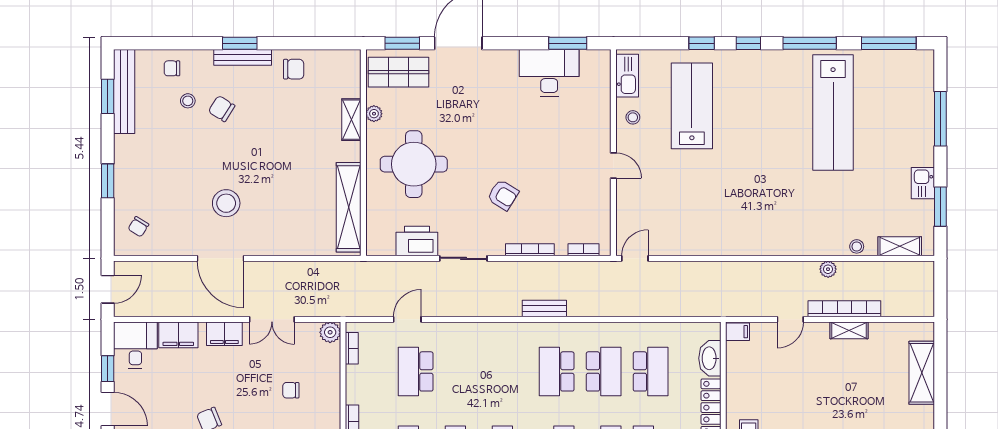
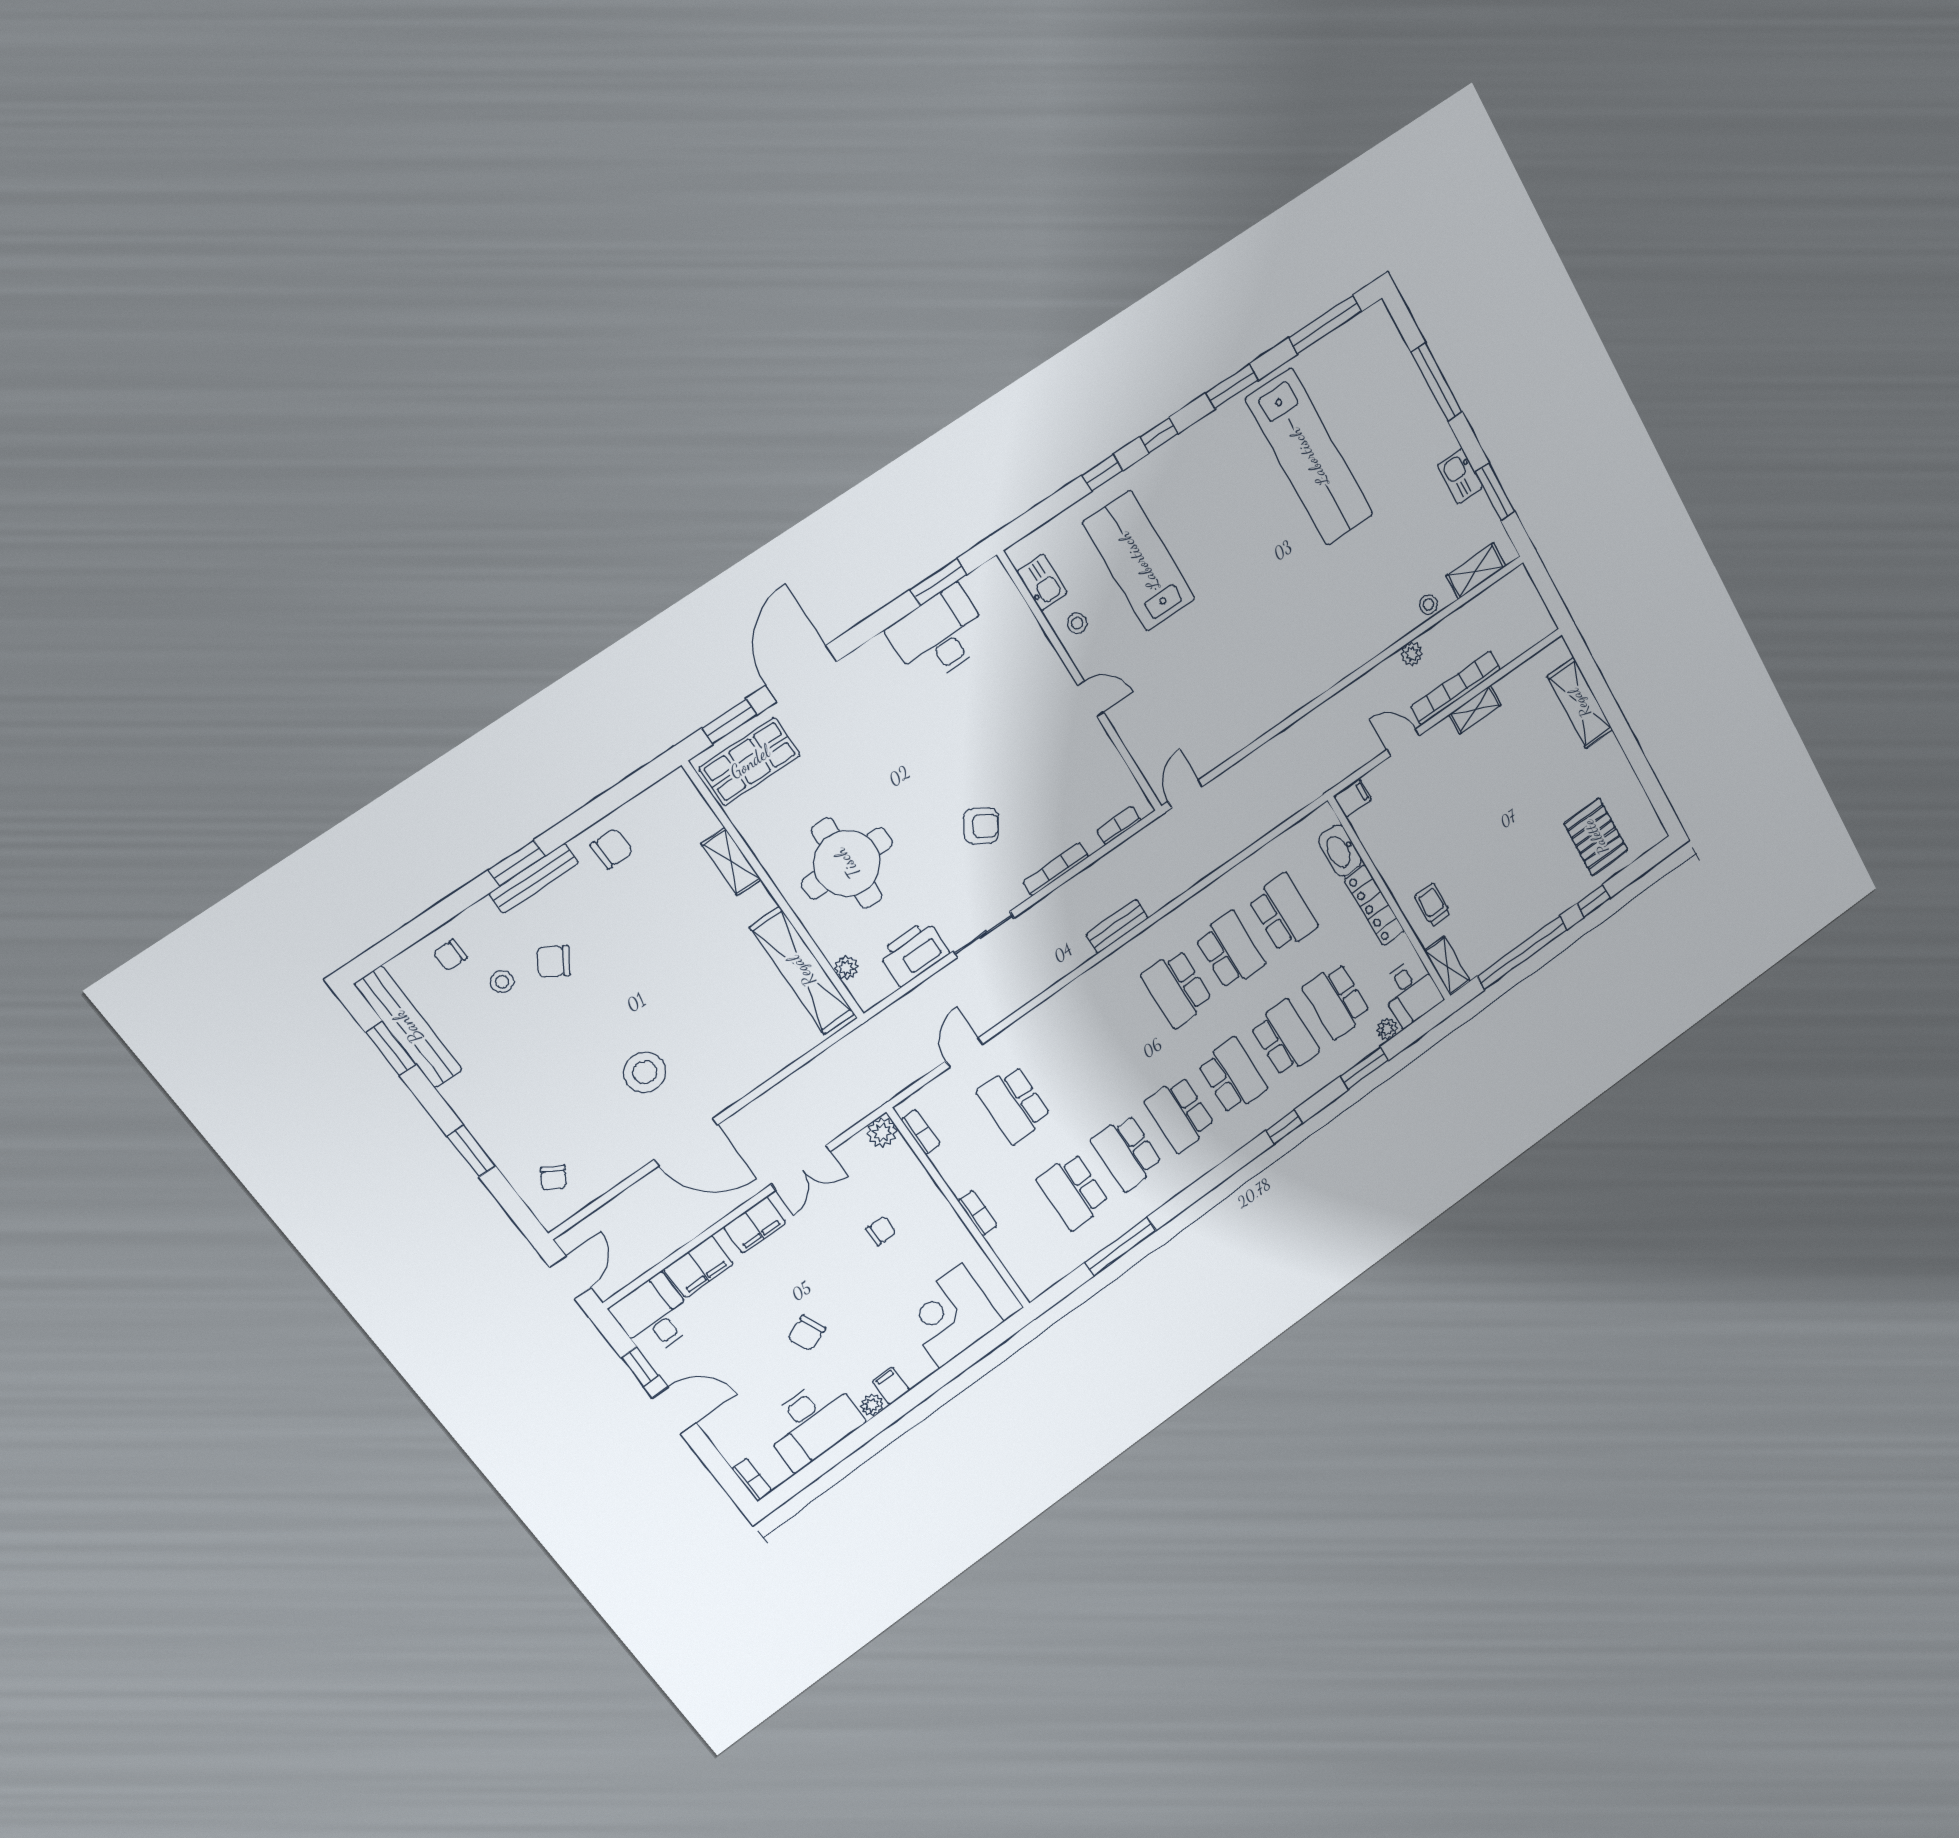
window: (810, 43) -> (1232, 387), width x0.69
kitchen sink: (627, 76) -> (1042, 582), width x0.73
plant: (374, 114) -> (846, 968), moved
door: (790, 319) -> (1403, 742), swing flipped
chair: (291, 390) -> (881, 1231), turned 180

